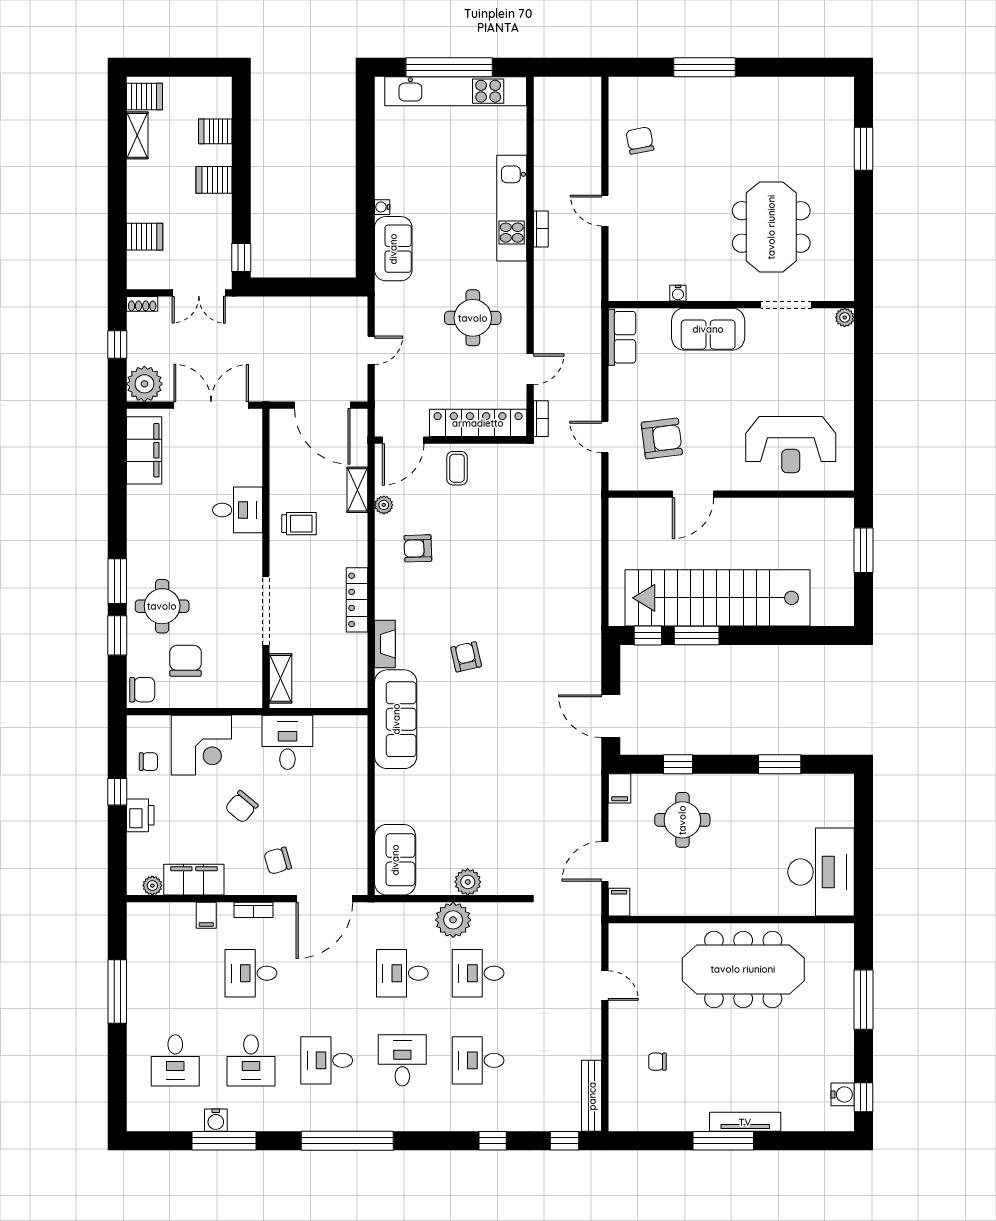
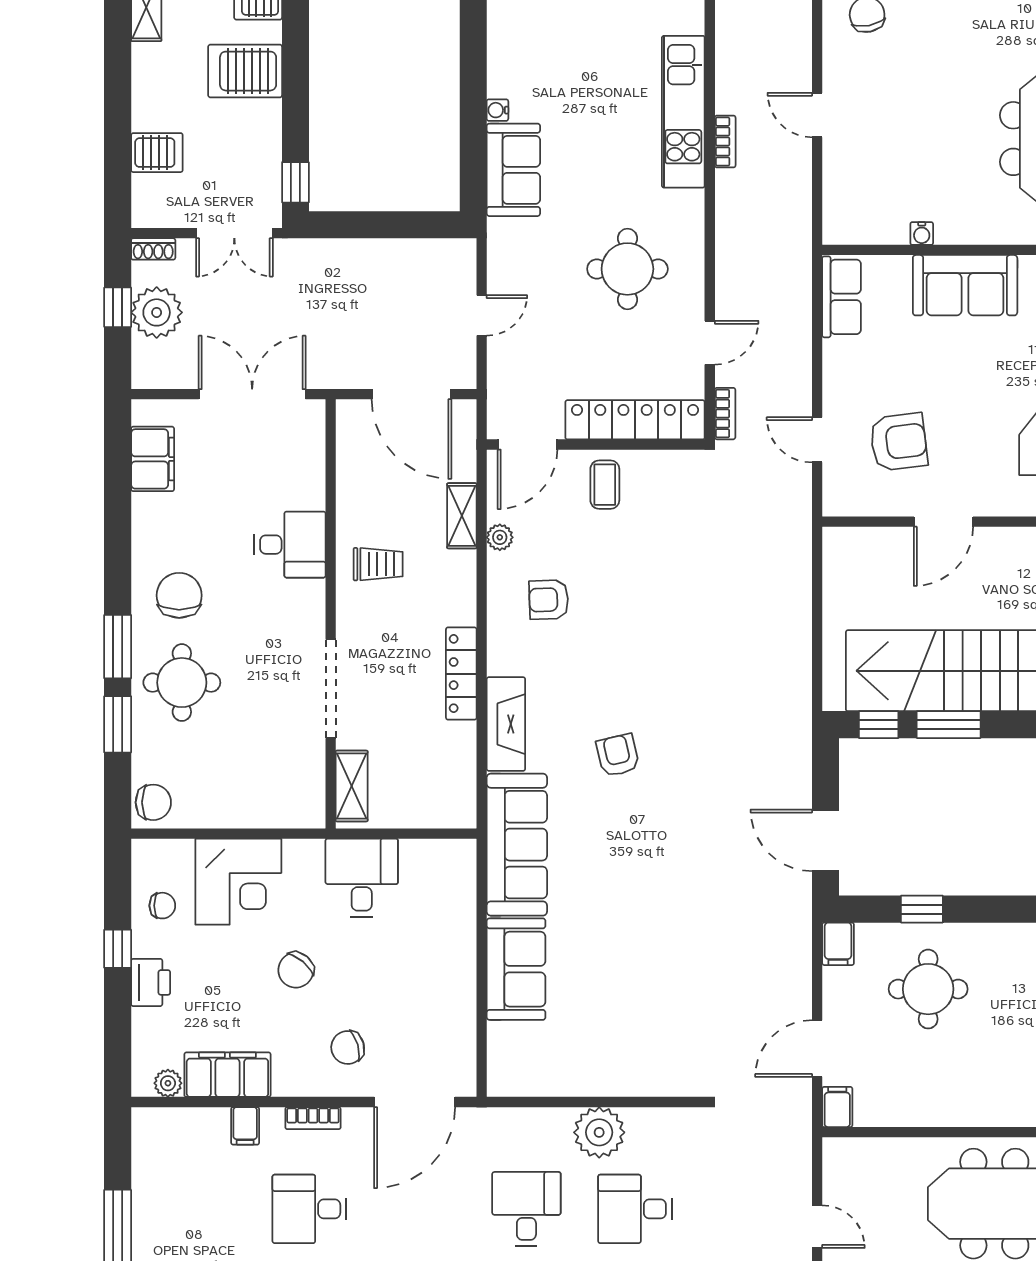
server rack: (214, 180) -> (245, 71), width x1.36, depth x1.44
plant: (144, 384) -> (157, 312), moved
filing cabinet: (144, 450) -> (153, 459), width x0.67, depth x0.86
fireplace: (385, 644) -> (506, 724), width x1.37, depth x1.32
chair: (185, 661) -> (179, 595), moved
sofa: (395, 860) -> (516, 969), moved
plant: (468, 882) -> (620, 1078), removed
desk: (402, 973) -> (526, 1209), turned 90

